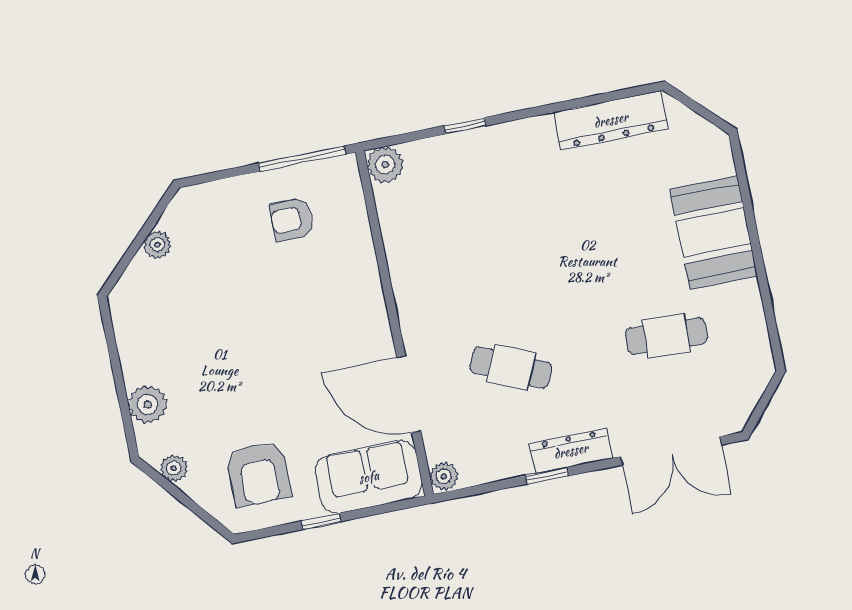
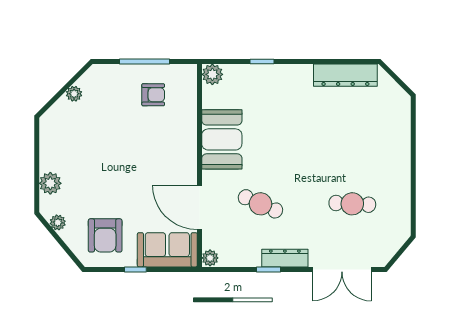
window: (302, 159) -> (144, 62), moved
armchair: (292, 219) -> (153, 95), turned 180
booth: (714, 233) -> (222, 139), moved

